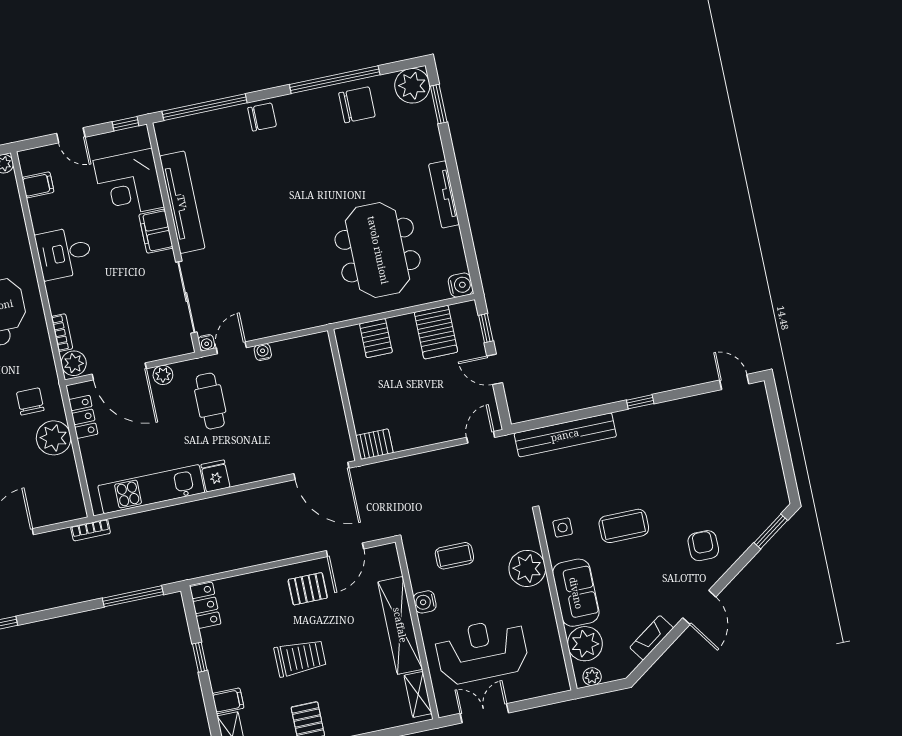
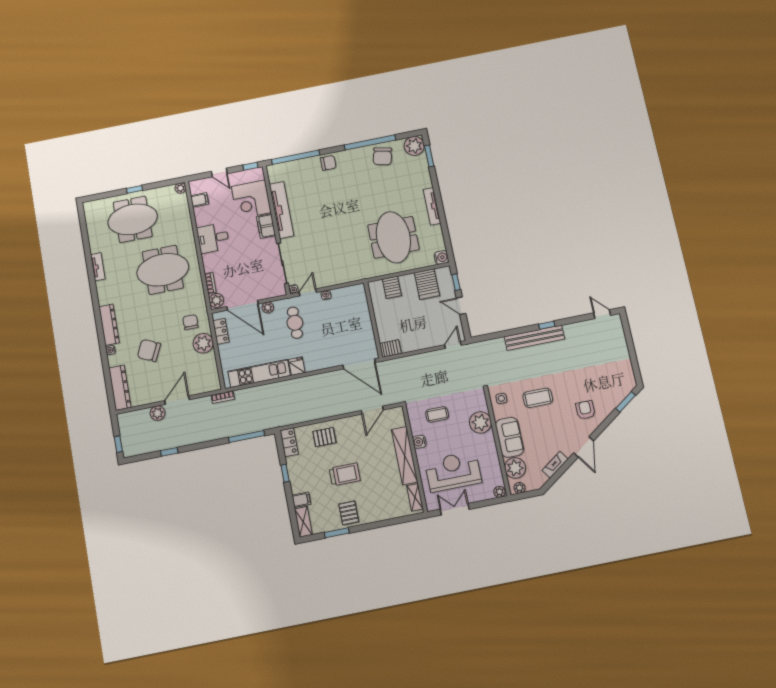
chair: (357, 105) -> (382, 156), turned 103
bench: (565, 435) -> (534, 338), moved
pallet: (308, 589) -> (324, 437), moved
plant: (559, 684) -> (499, 492), added

